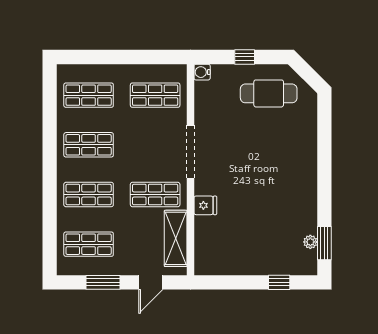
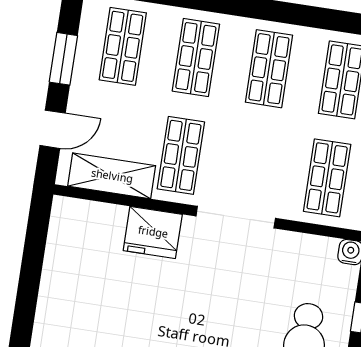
fridge: (205, 205) -> (153, 232), width x1.88, depth x1.34
door: (151, 282) -> (53, 129), swing flipped
window: (279, 282) -> (24, 318), removed

